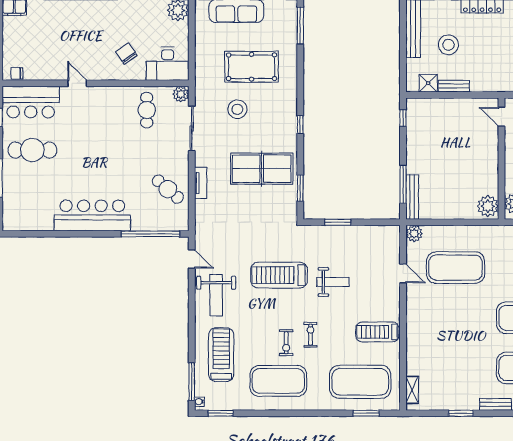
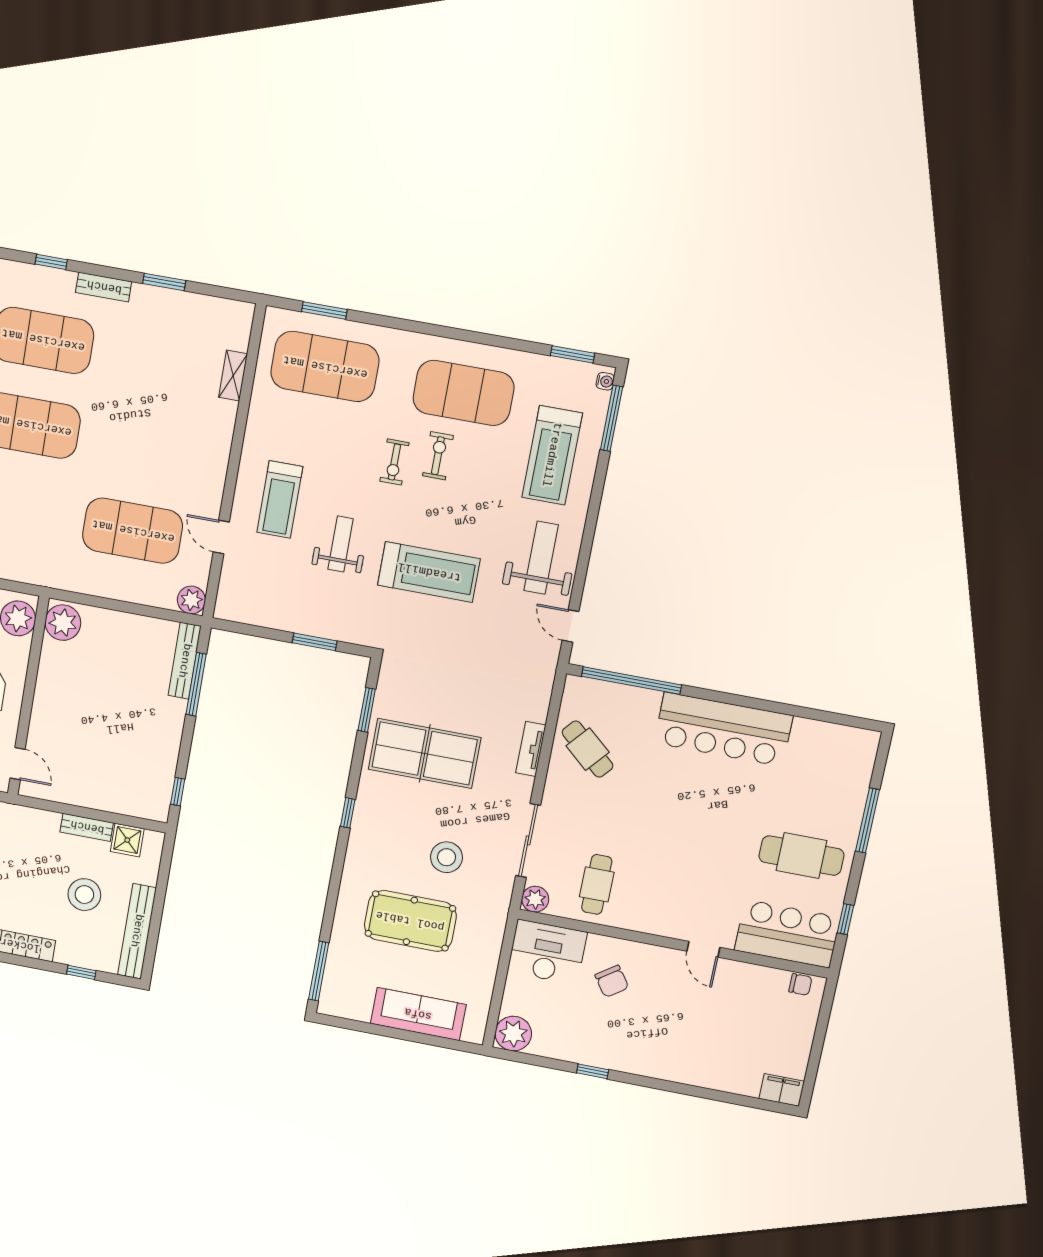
weight bench: (333, 282) -> (341, 544), turned 90
treadmill: (377, 332) -> (280, 499), moved, turned 90
shelving: (412, 390) -> (233, 376), moved

